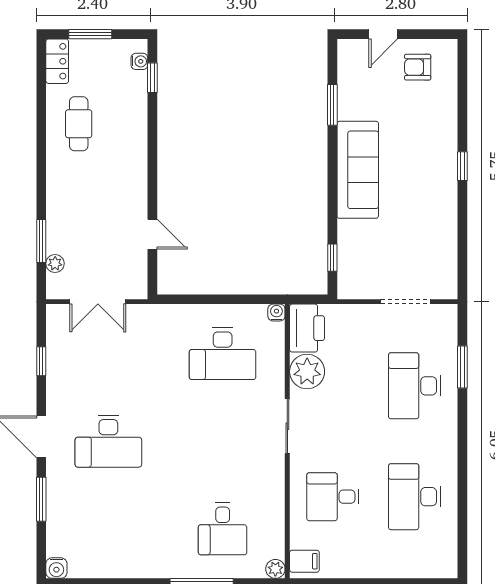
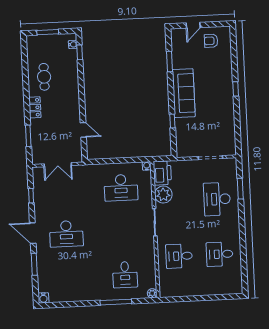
locker: (57, 61) -> (35, 107), moved
window: (332, 258) -> (172, 121), moved
plant: (55, 263) -> (36, 147), removed
desk: (415, 497) -> (220, 254), width x0.73
filing cabinet: (304, 561) -> (166, 289), removed

